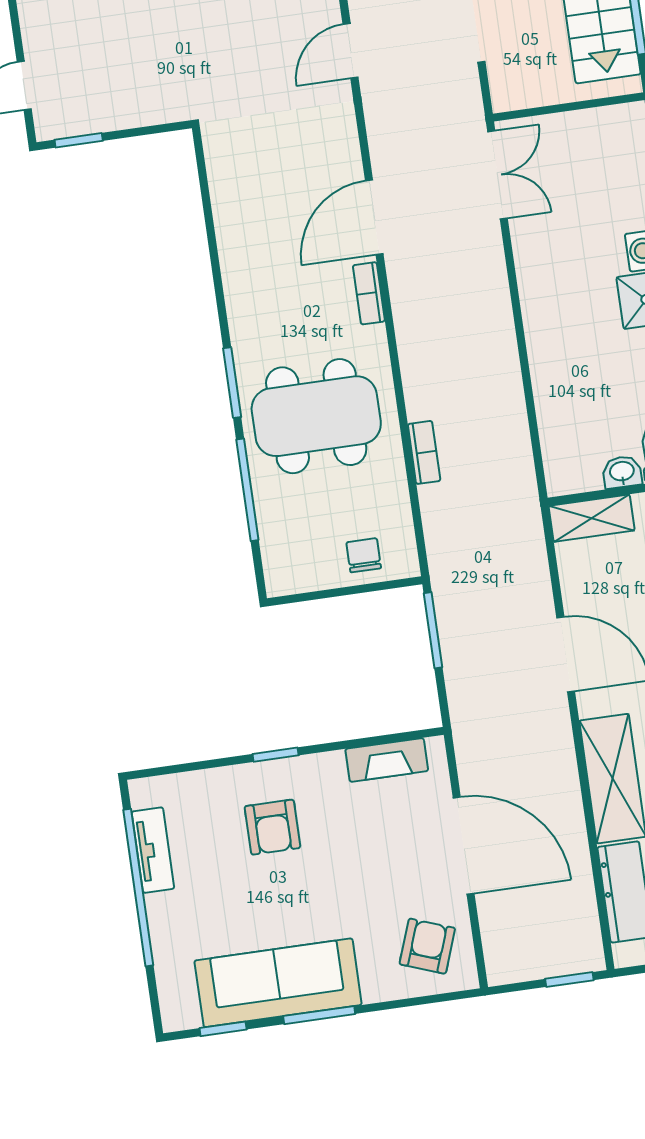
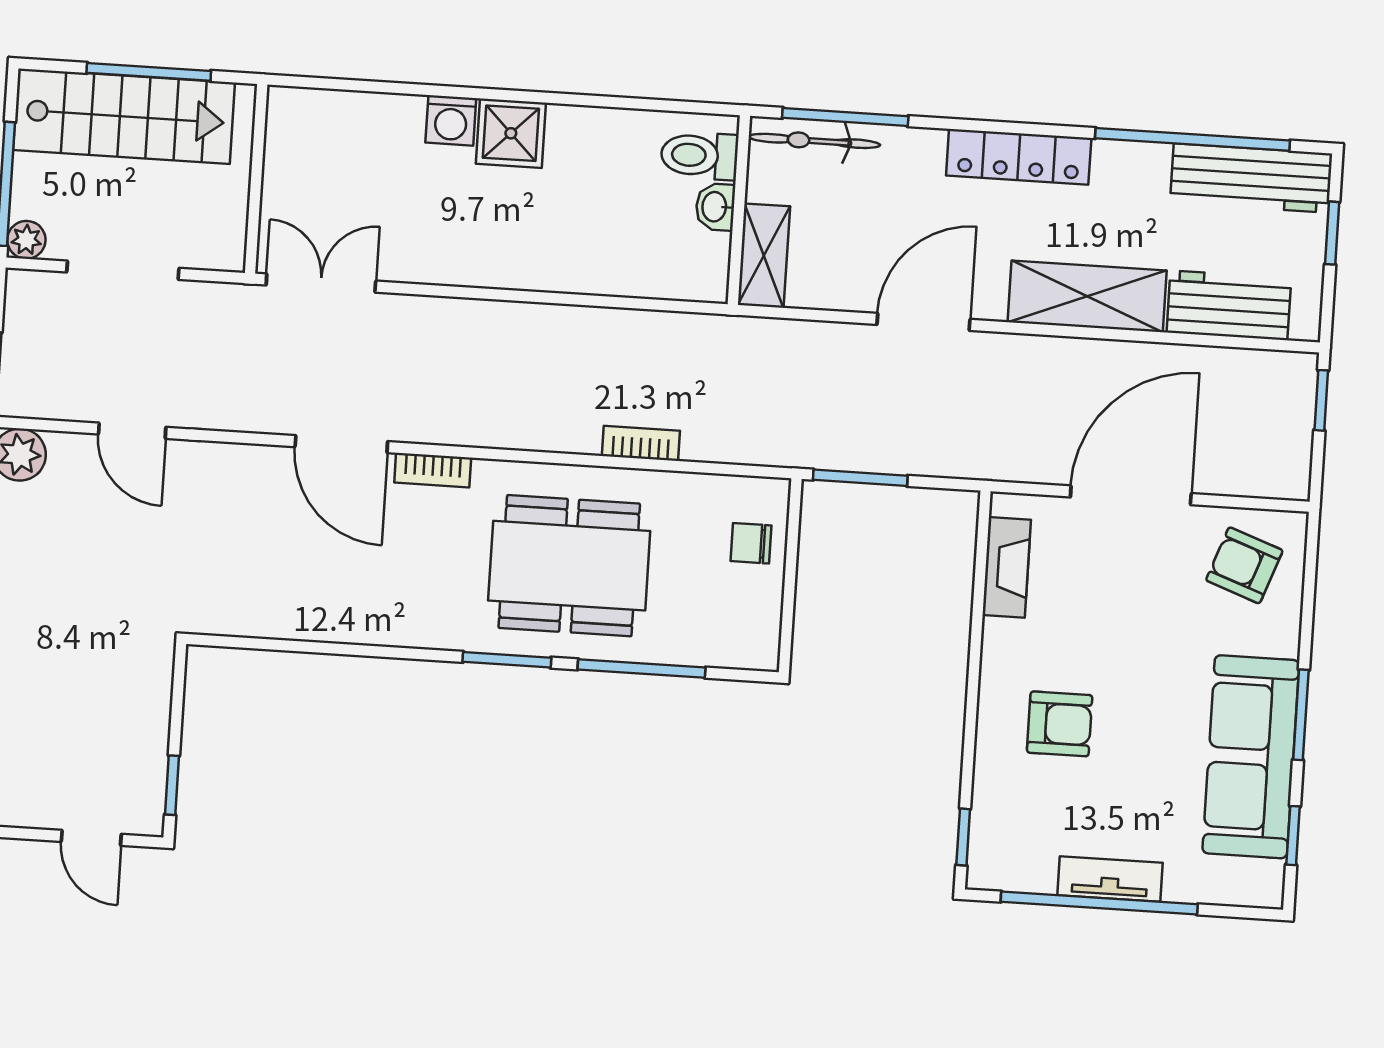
dining table: (316, 416) -> (569, 566), turned 90
window: (276, 755) -> (963, 837), moved
tv unit: (153, 850) -> (1110, 879), moved

